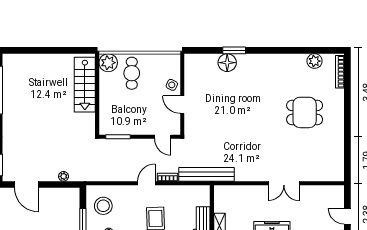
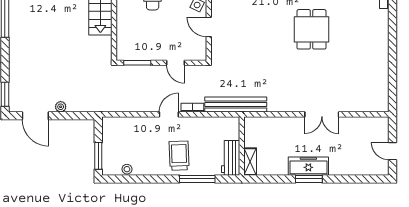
dining table: (305, 112) -> (312, 29), moved, turned 90
door: (163, 137) -> (176, 63), moved
plant: (64, 176) -> (61, 107), moved
stool: (103, 206) -> (121, 140), removed

